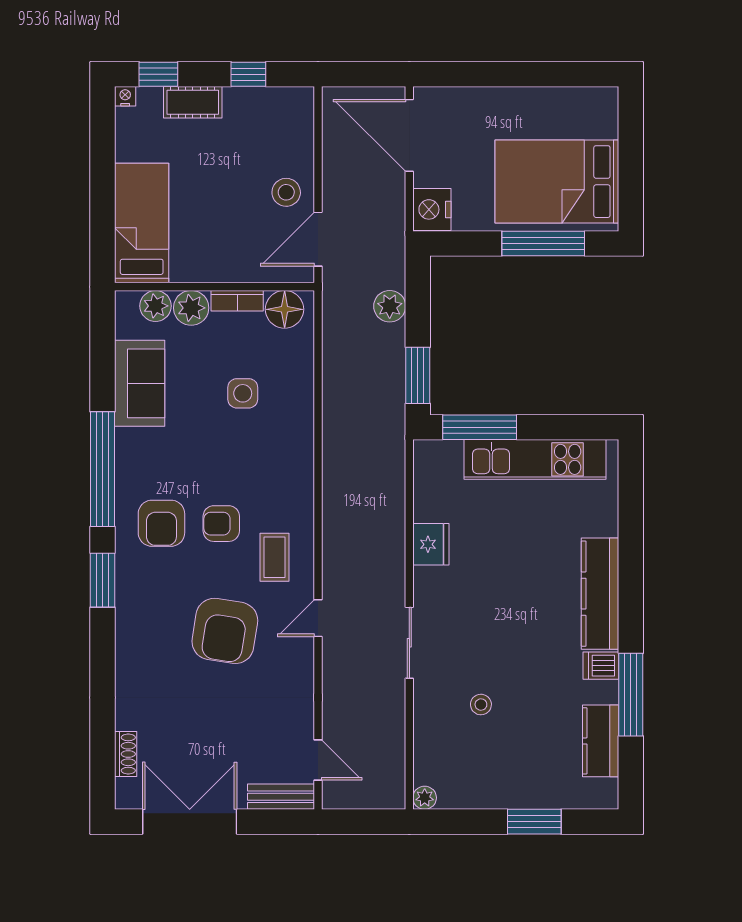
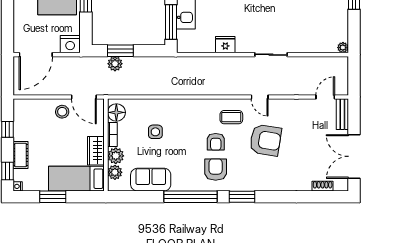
window: (103, 172) -> (53, 197), added
wardrobe: (202, 265) -> (96, 151), added
window: (418, 375) -> (120, 51), moved
armchair: (161, 523) -> (216, 170), turned -90
stool: (481, 705) -> (300, 21), removed

